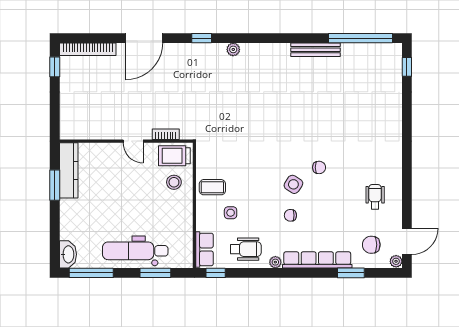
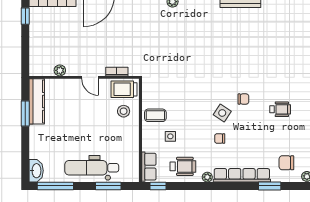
plant: (97, 133) -> (60, 70), added
wheelchair: (375, 197) -> (280, 109), moved, turned 90

